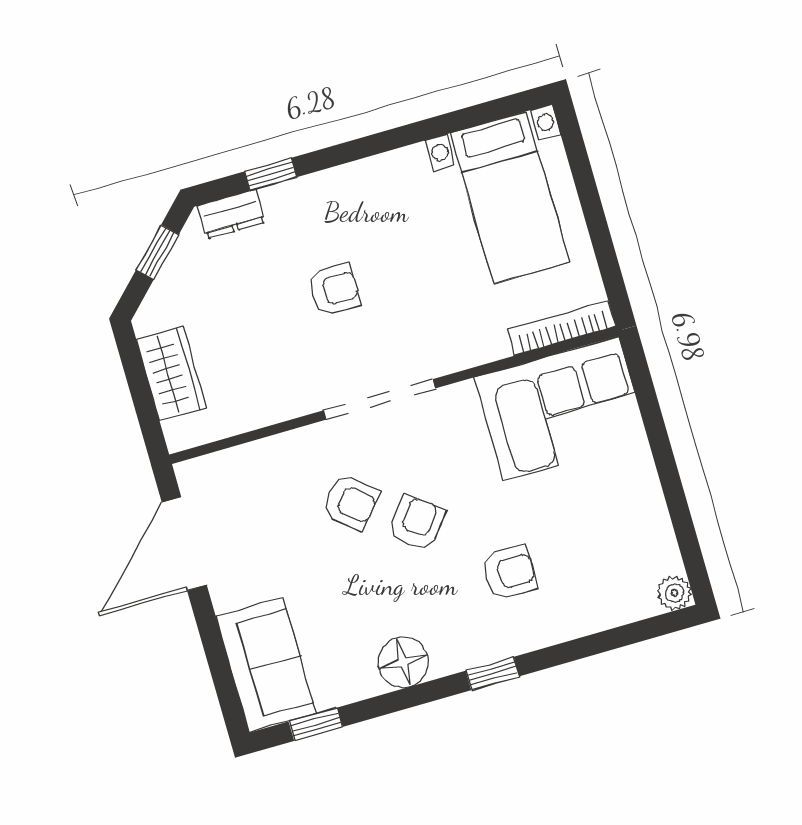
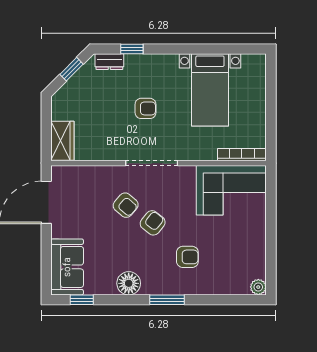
bed with nightstands: (510, 198) -> (210, 90), moved
wardrobe: (172, 373) -> (62, 141), moved
window: (492, 673) -> (167, 300), width x1.50

